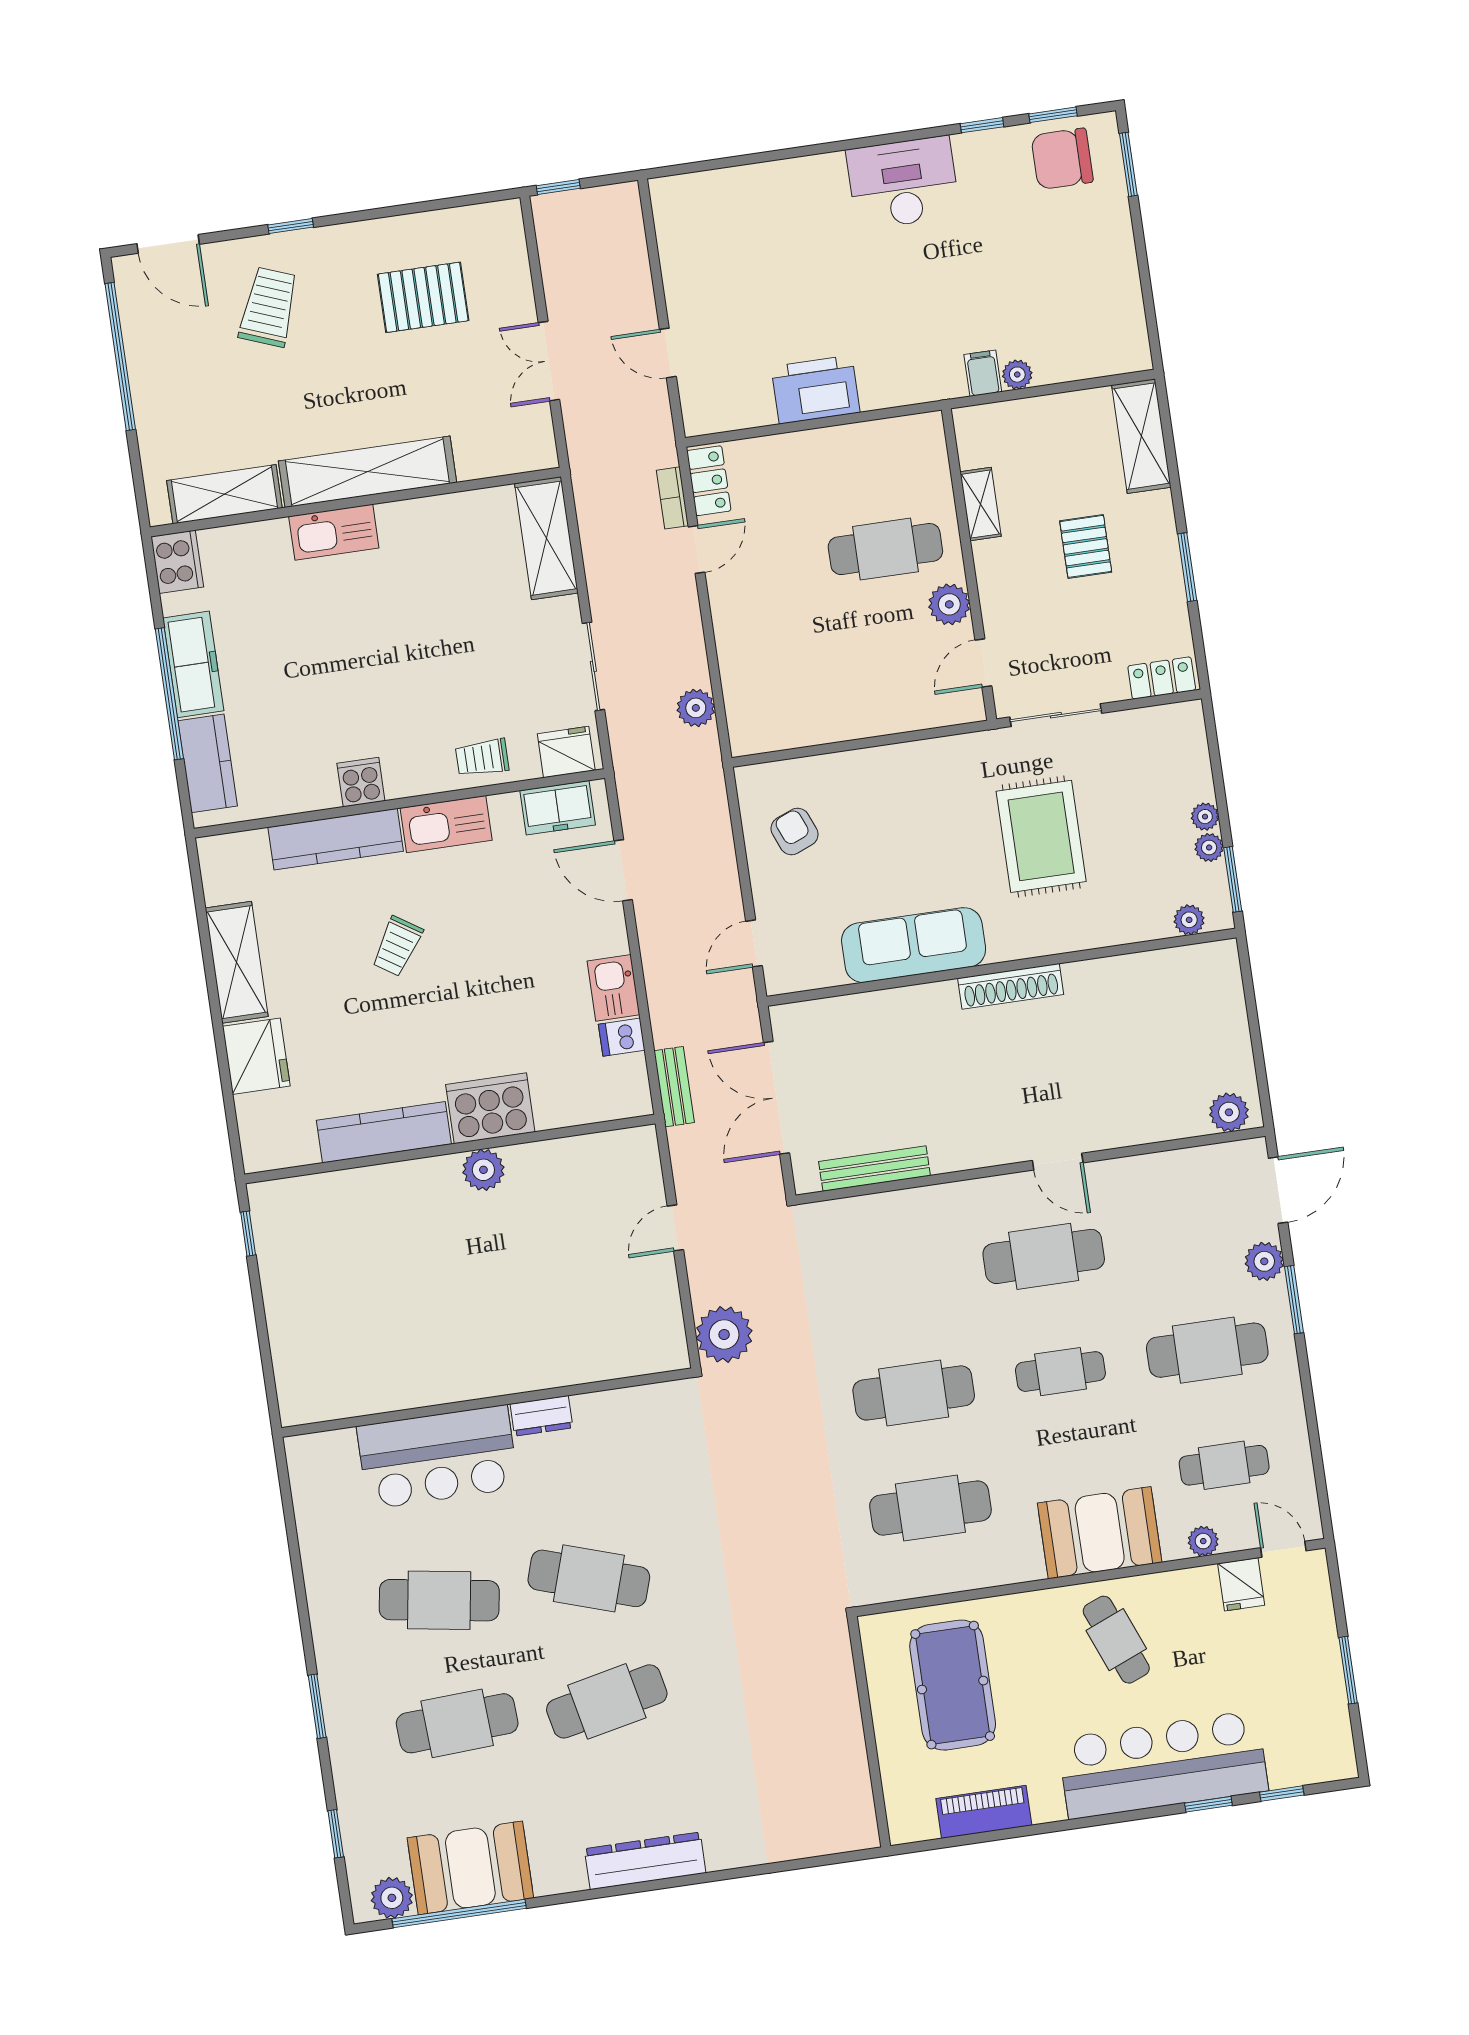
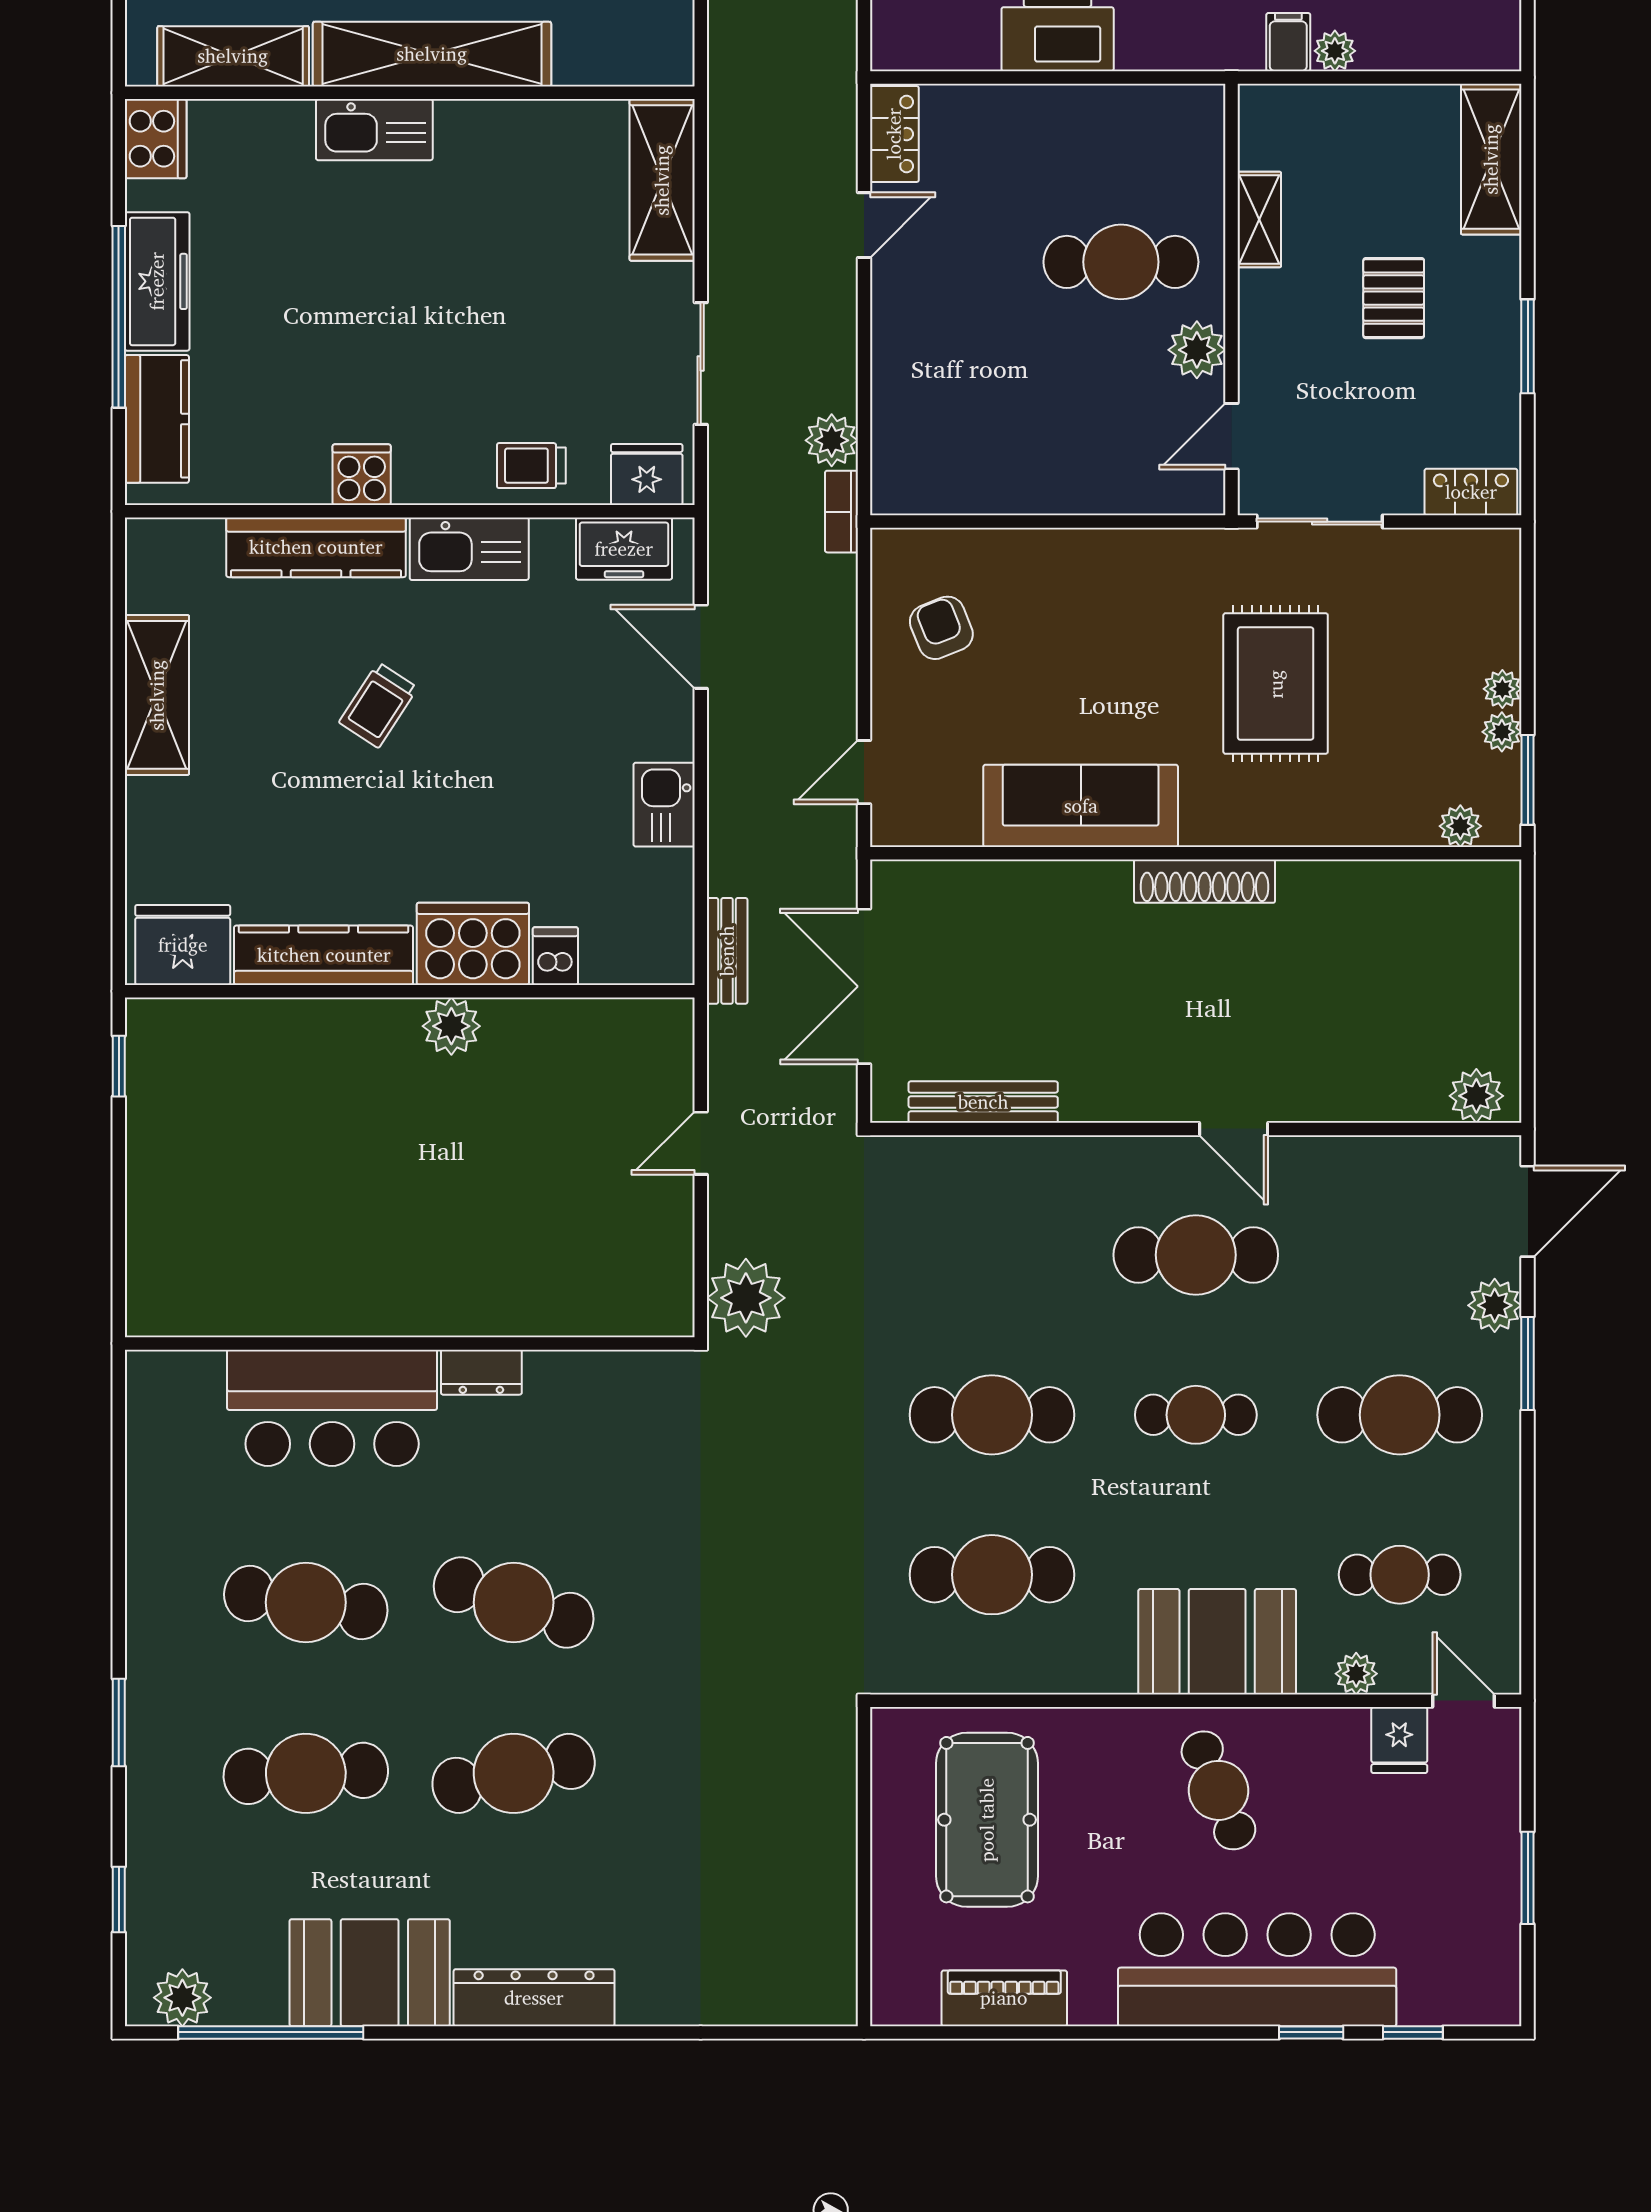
bookcase: (672, 498) -> (841, 512), moved
dishwasher: (622, 1037) -> (555, 956), moved, turned 90
fridge: (256, 1056) -> (183, 945), moved, turned -90
booth: (470, 1868) -> (370, 1973), moved

